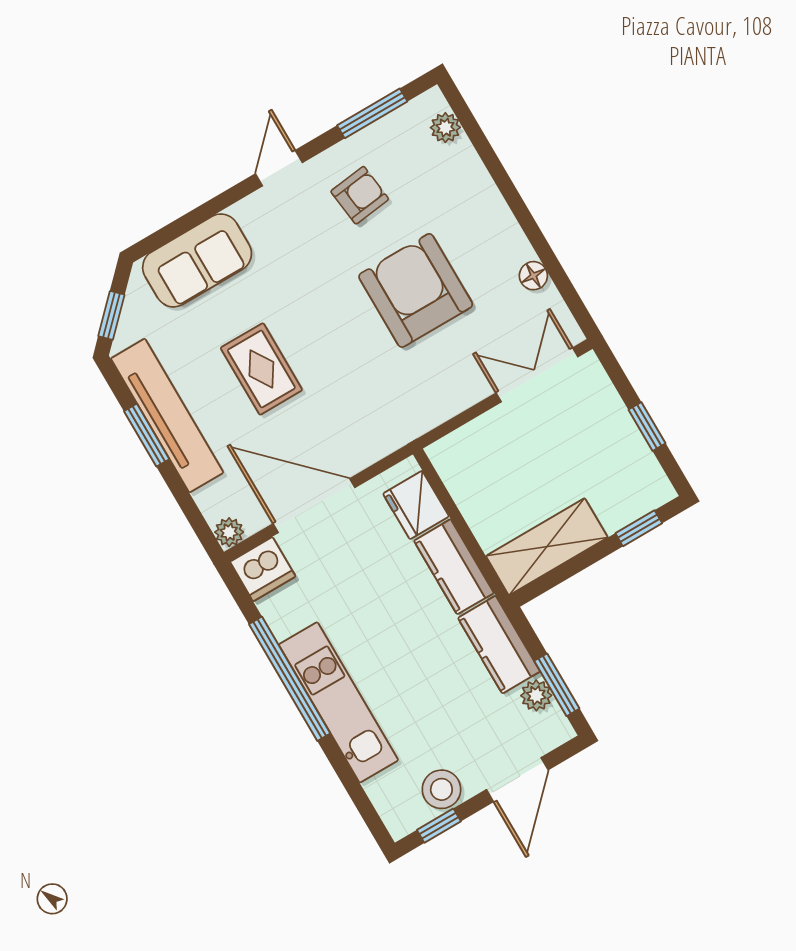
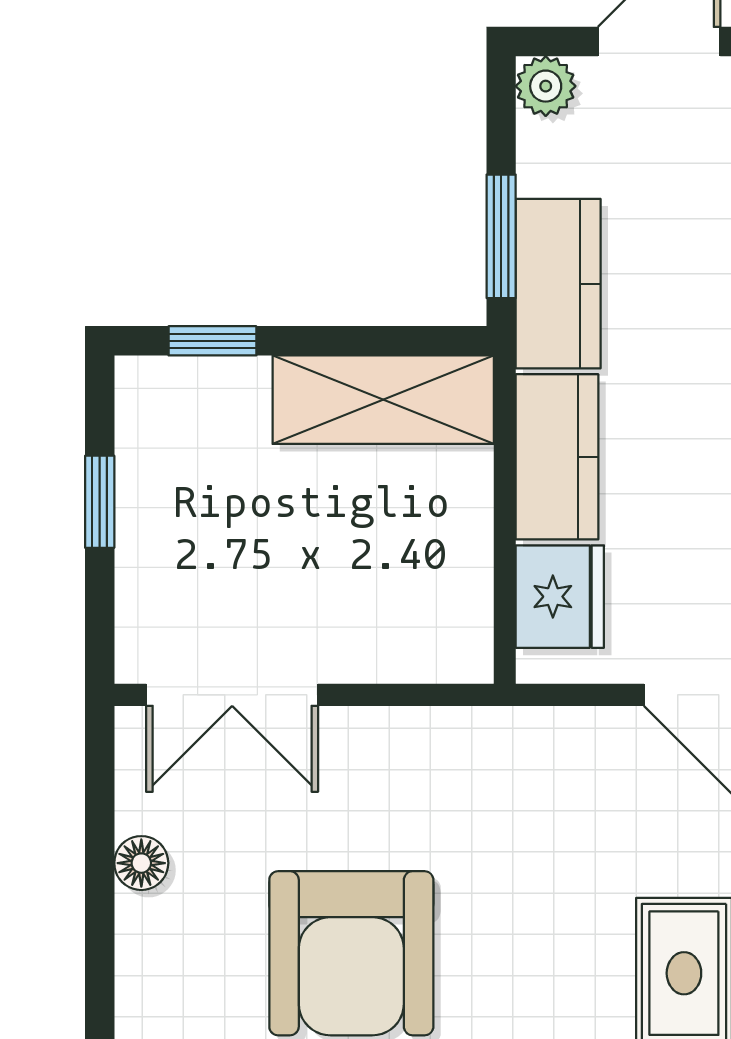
window: (557, 685) -> (501, 236), moved
plant: (536, 695) -> (546, 86), moved

